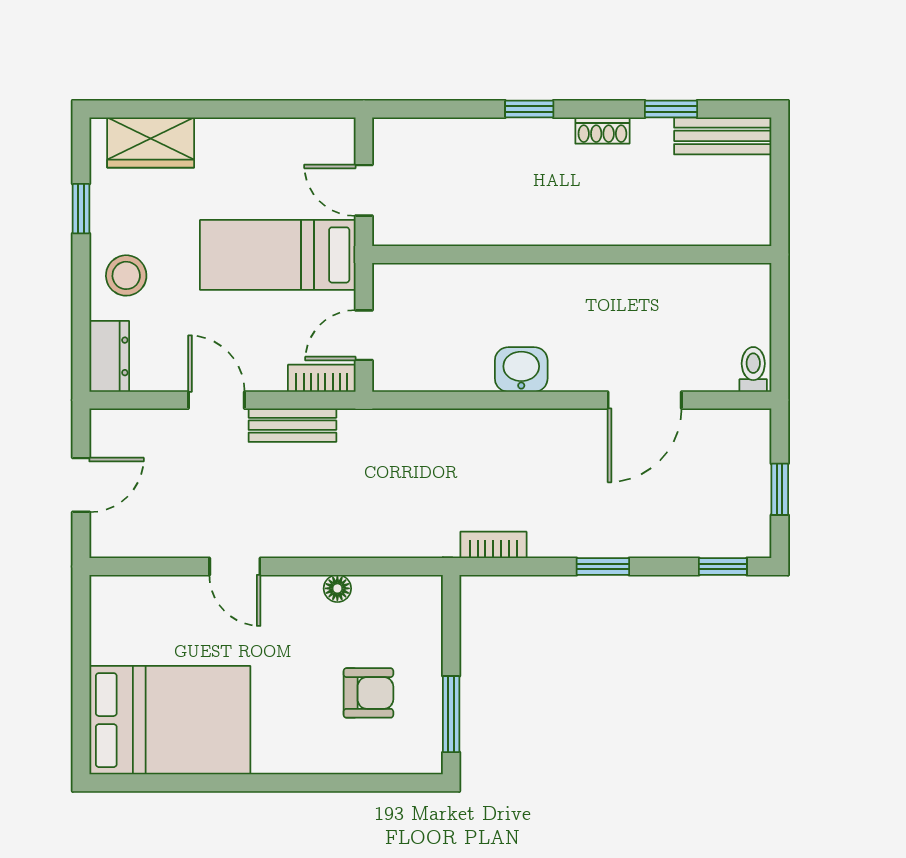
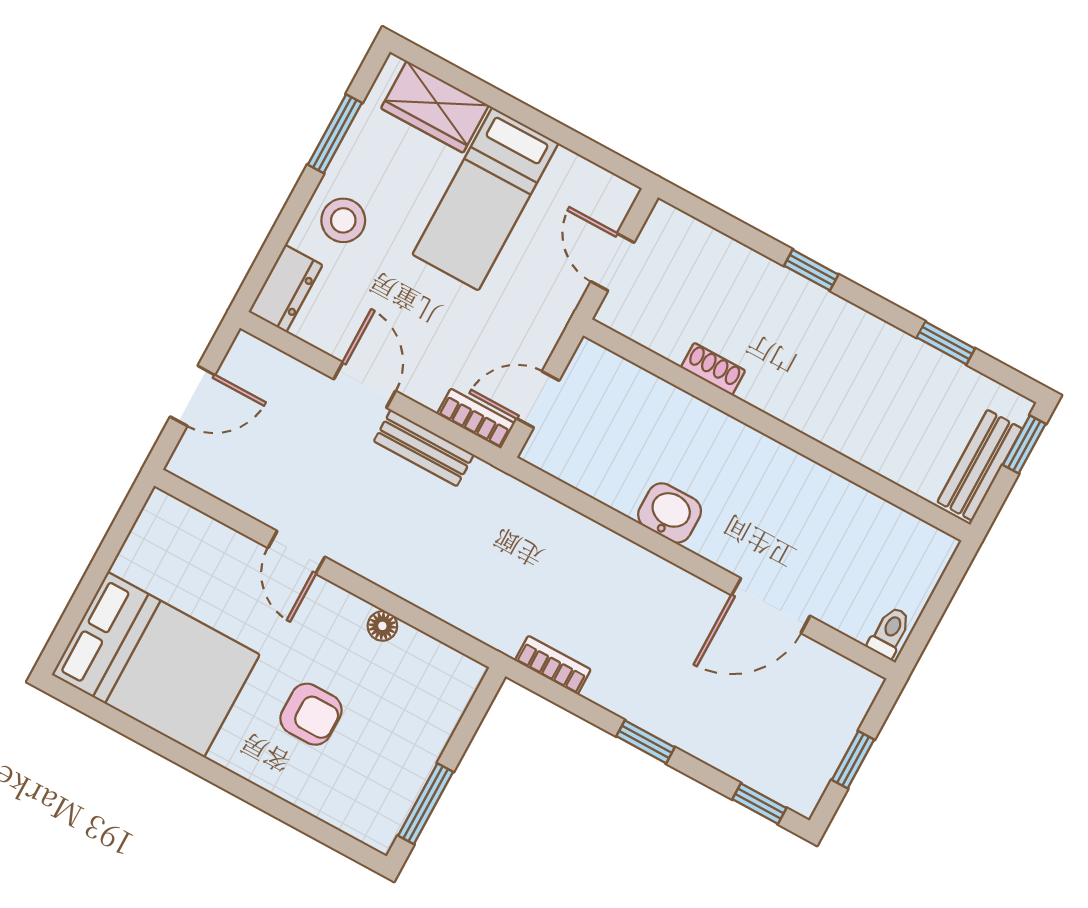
shoe rack: (602, 130) -> (713, 369), moved, turned 180
bench: (723, 136) -> (980, 465), moved, turned 90
window: (780, 157) -> (1024, 444), added
window: (81, 209) -> (335, 134), width x1.50
bed: (278, 255) -> (485, 199), moved, turned -90
armchair: (368, 693) -> (311, 714), moved

